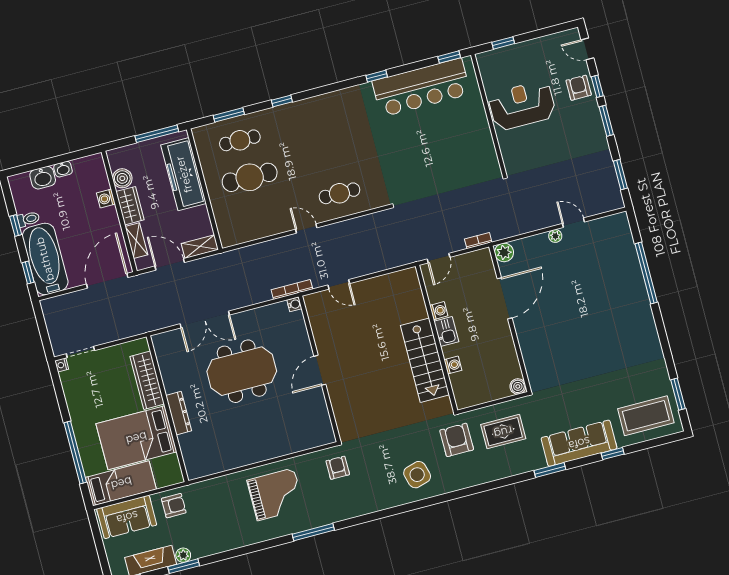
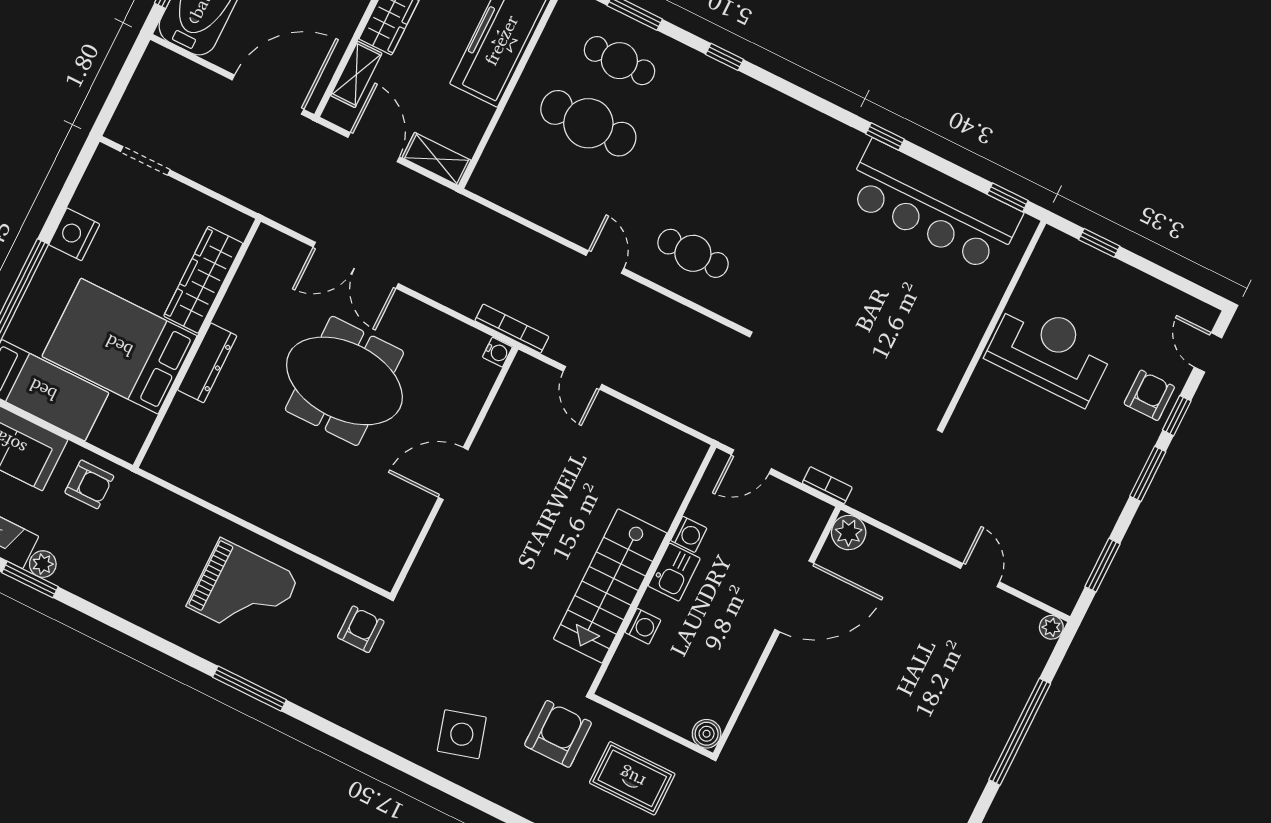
plant: (555, 236) -> (1051, 627), moved
nightstand: (62, 365) -> (74, 234), moved, width x1.89, depth x1.79

